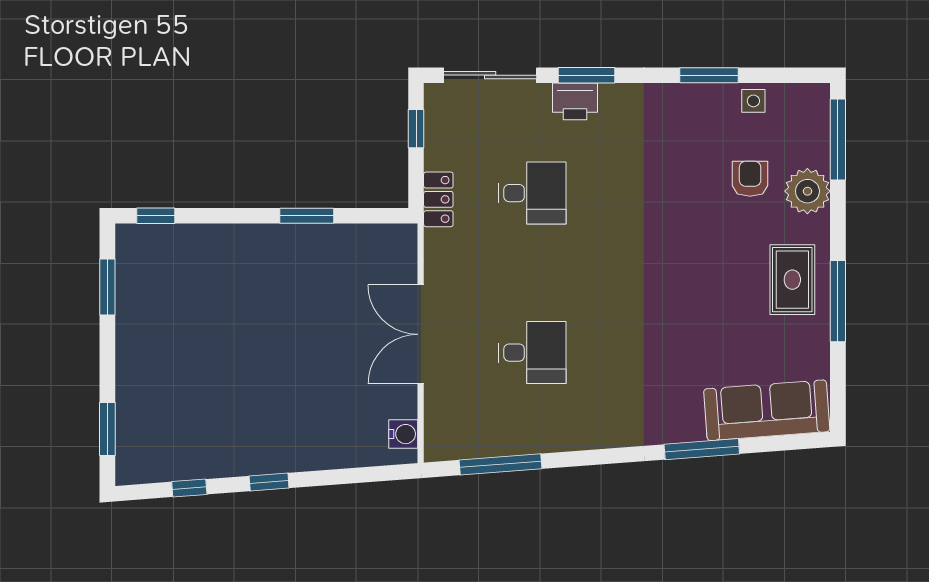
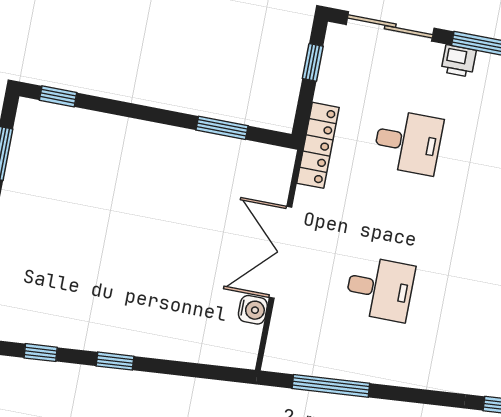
printer: (575, 101) -> (459, 61), width x0.73, depth x0.81
locker: (438, 199) -> (318, 145), width x1.53
window: (307, 216) -> (222, 128), moved
water cooler: (403, 434) -> (253, 310), moved

